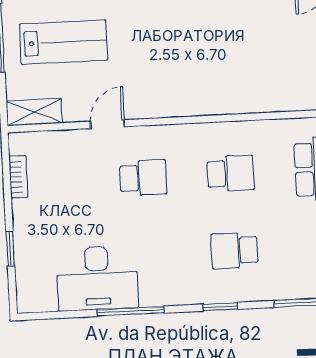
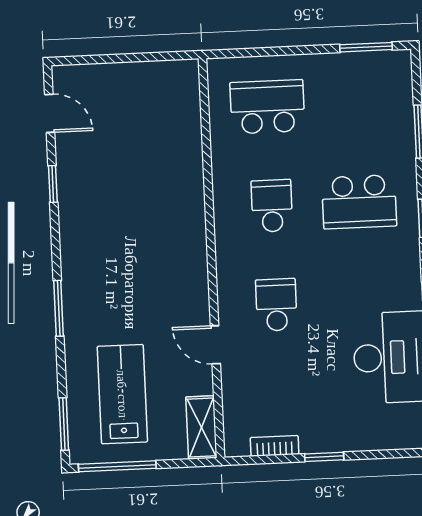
window: (10, 249) -> (324, 457), moved
school desk: (235, 250) -> (359, 202), width x1.85

